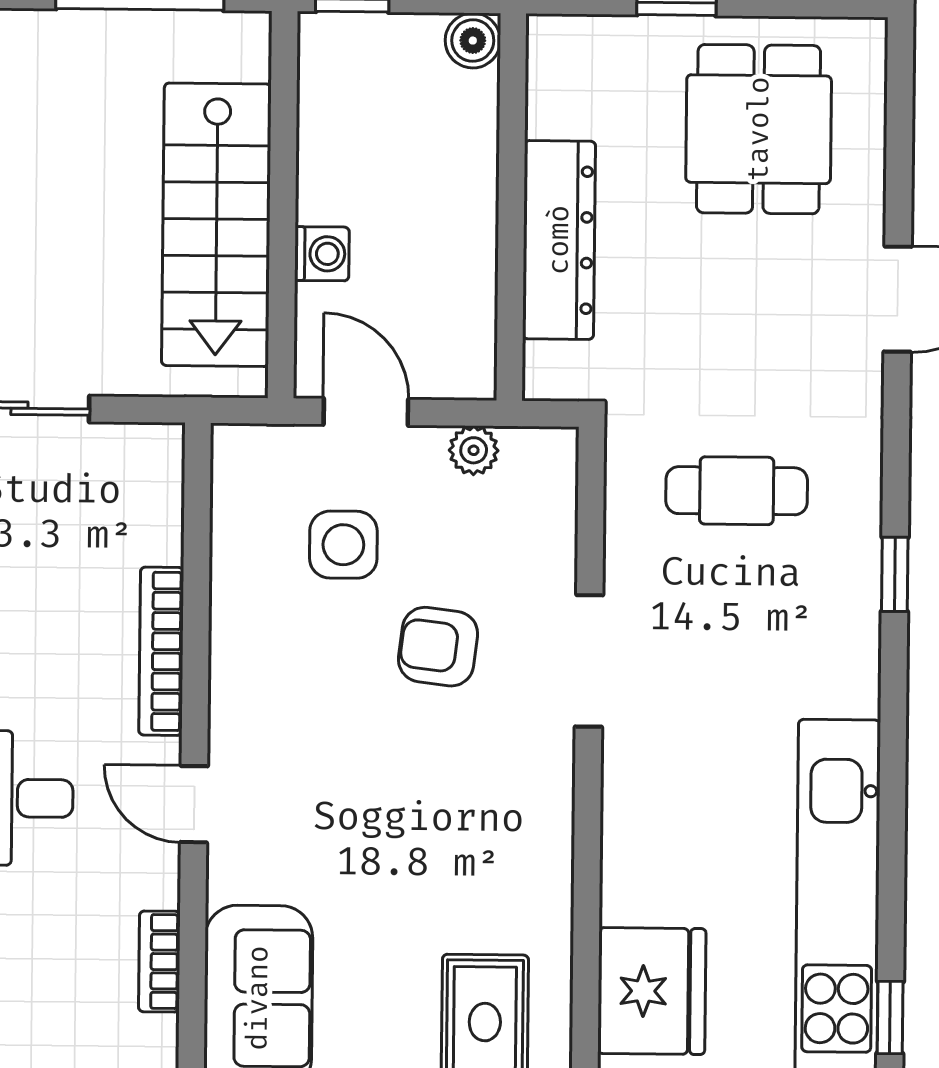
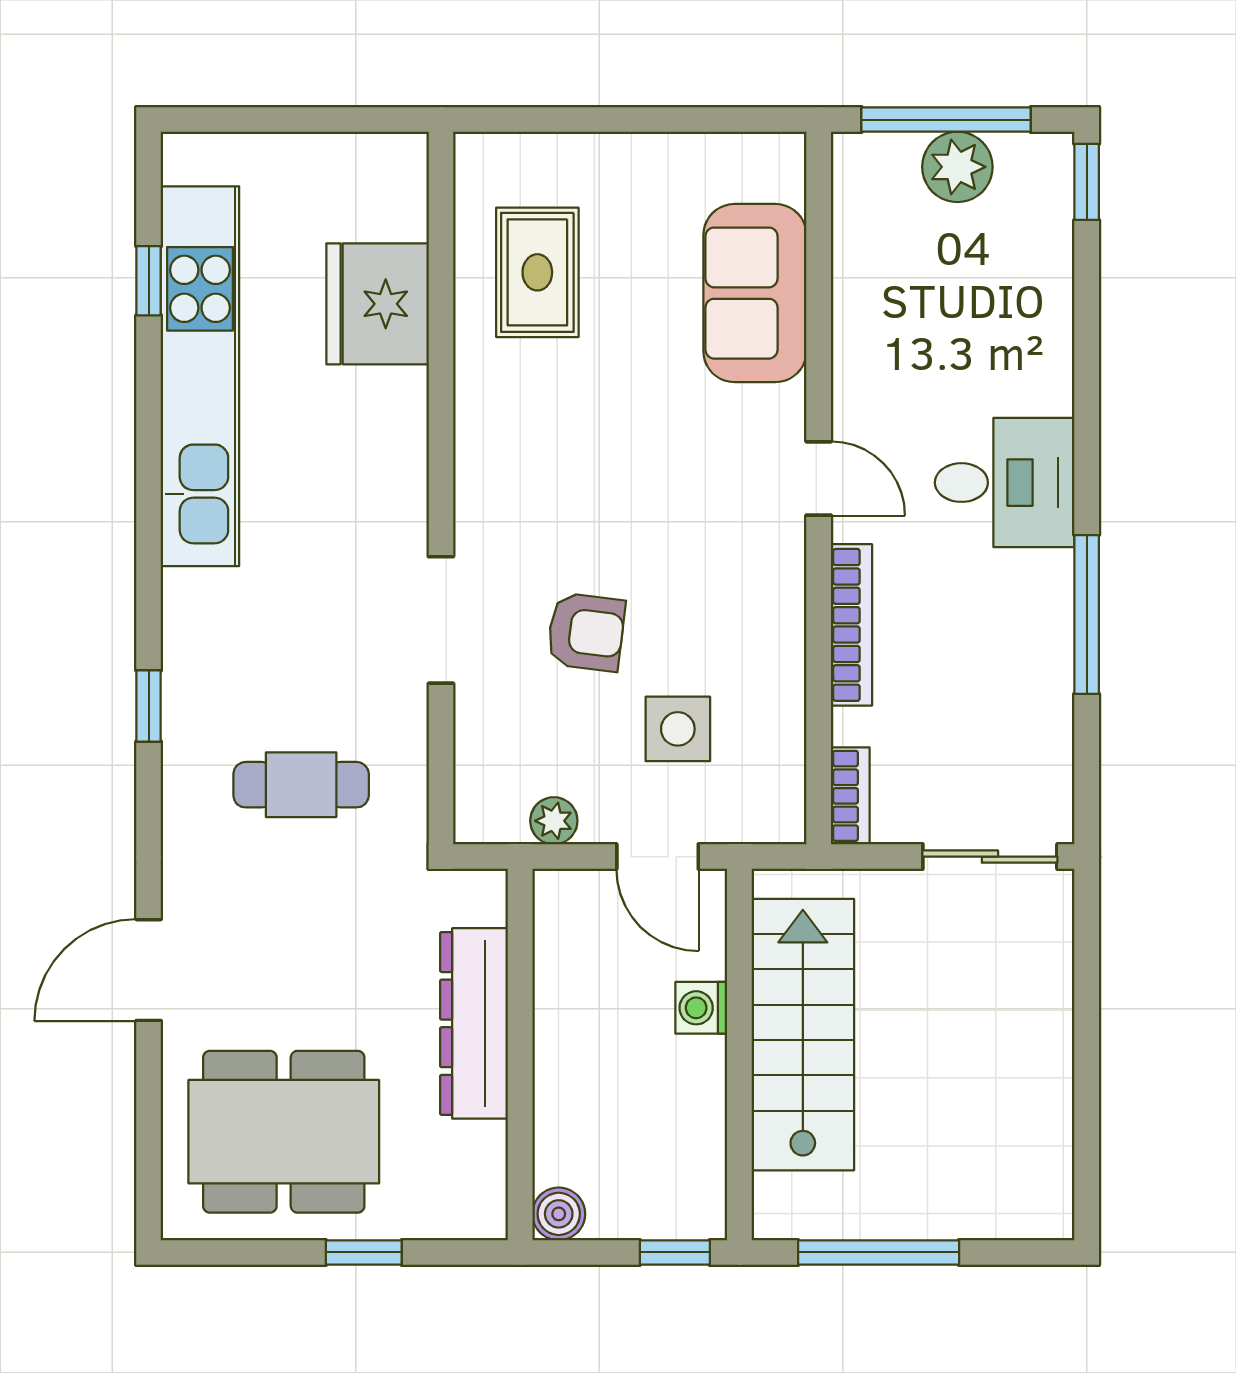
dining table: (759, 129) -> (284, 1132), width x1.38
bookcase: (159, 962) -> (850, 796), moved

